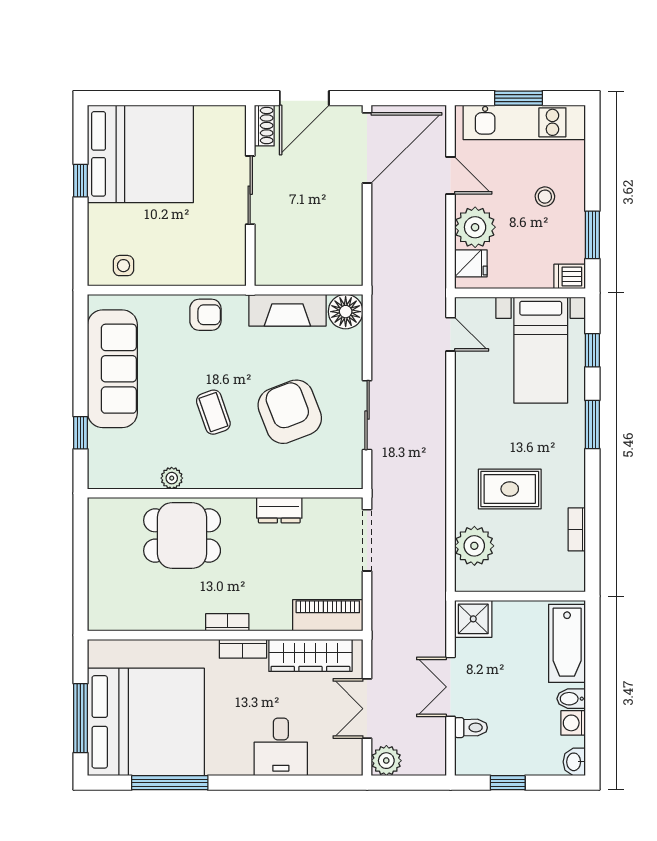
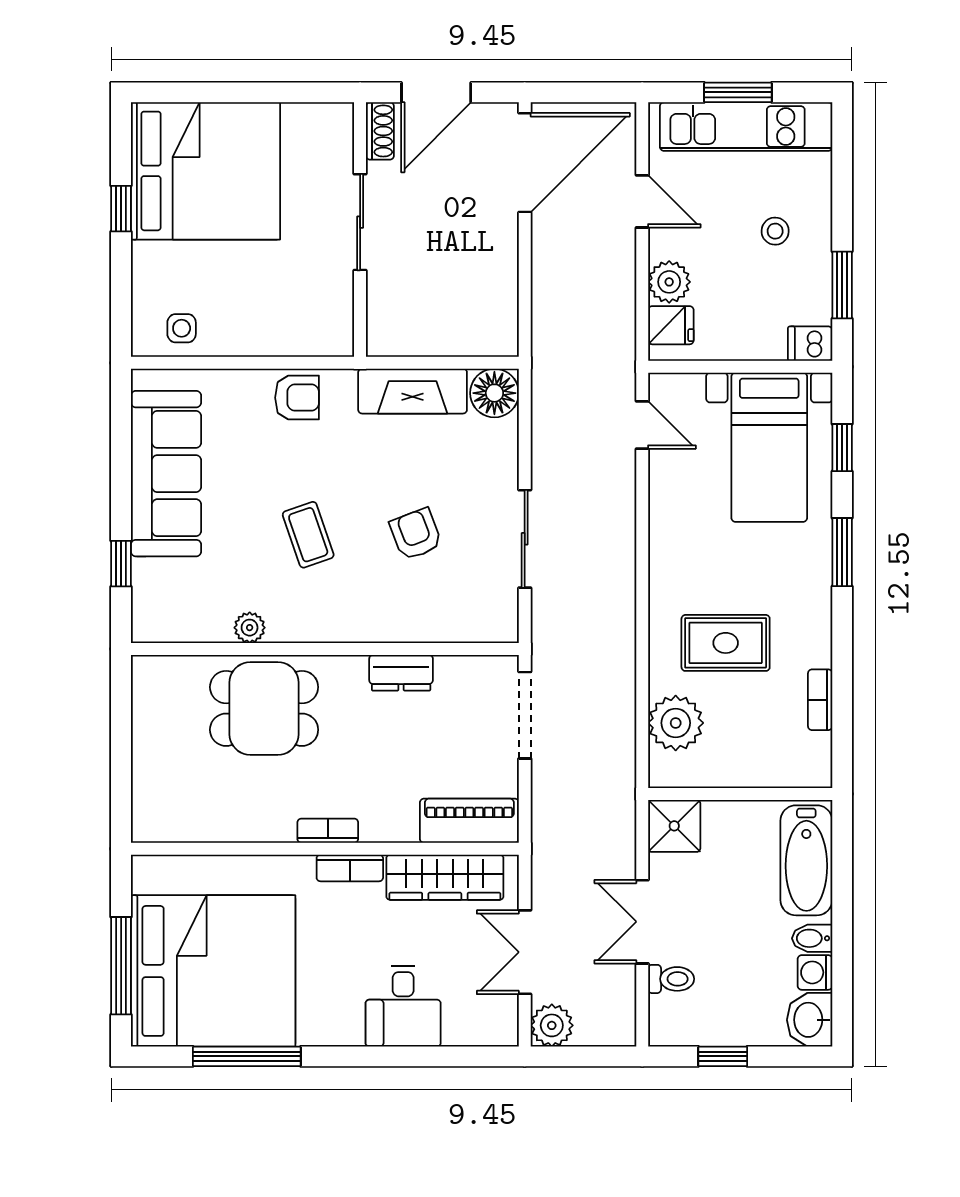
plant: (475, 227) -> (669, 282), width x0.73, depth x0.73
armchair: (290, 412) -> (416, 534), width x0.53, depth x0.53
washbasin: (574, 762) -> (810, 1020), width x1.38, depth x1.45

